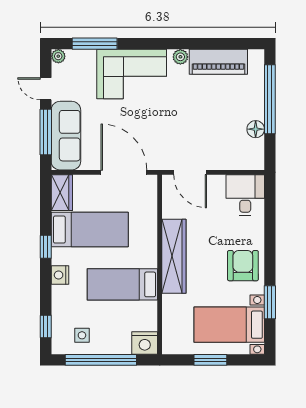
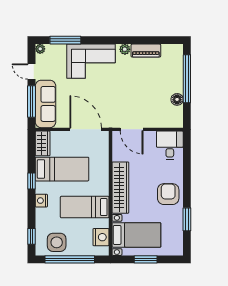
piano: (218, 62) -> (146, 51), width x0.73, depth x0.75
bed with nightstands: (229, 325) -> (136, 235), moved, turned 180
side table: (82, 335) -> (57, 242), width x1.87, depth x1.87
nightstand: (145, 343) -> (101, 237), moved, turned -90

